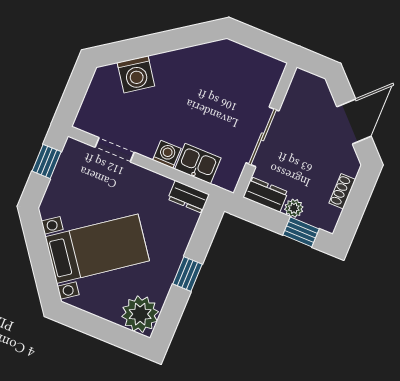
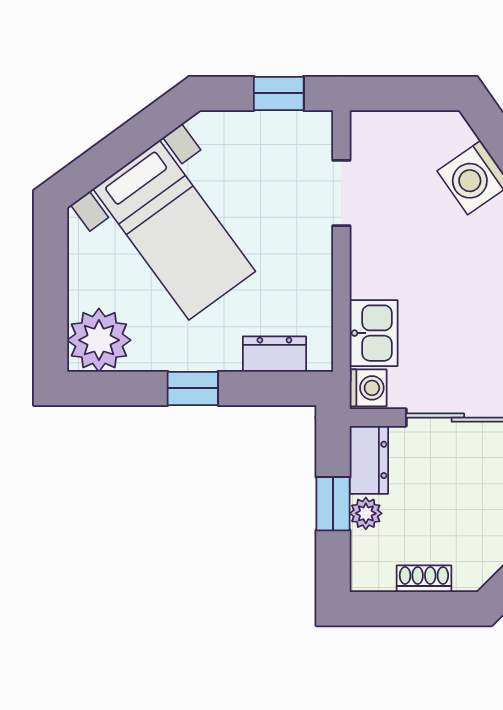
washing machine: (167, 154) -> (368, 388), moved
dresser: (189, 197) -> (274, 354), moved, turned 90
window: (301, 232) -> (333, 504), moved

